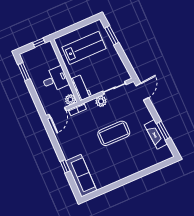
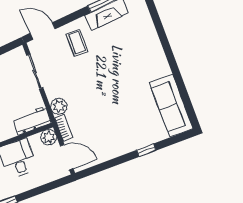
plant: (101, 101) -> (59, 106), moved
coffee table: (114, 133) -> (77, 43), moved, width x0.54, depth x0.58
sofa: (81, 176) -> (171, 106), moved, turned -90

